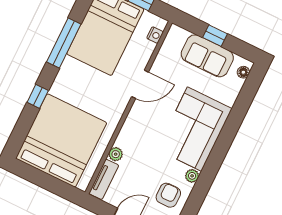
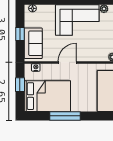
sofa: (207, 56) -> (33, 43), moved
door: (140, 84) -> (67, 62), hinge flipped
window: (38, 96) -> (102, 116), removed

